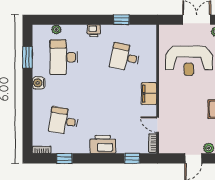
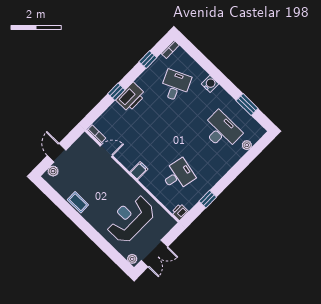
printer: (94, 31) -> (180, 212), moved
water cooler: (39, 83) -> (210, 84), moved
filing cabinet: (149, 94) -> (139, 171), width x0.50
desk: (64, 121) -> (175, 86), turned -33
window: (132, 158) -> (116, 92), moved

